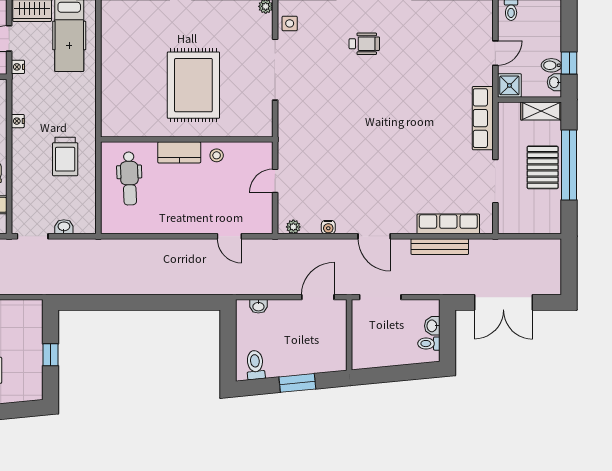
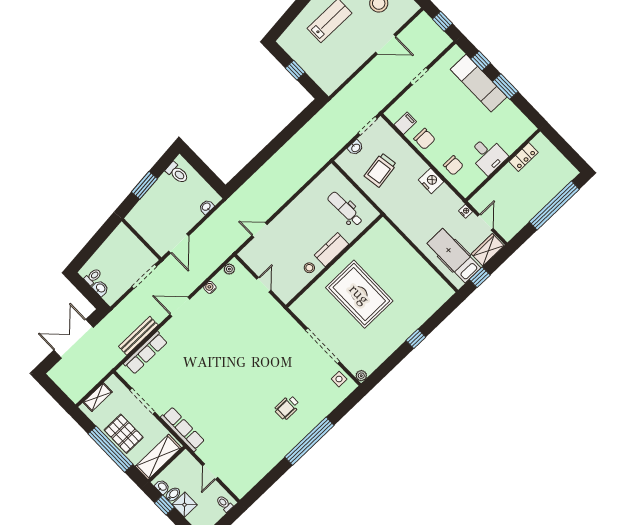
shower: (509, 85) -> (185, 505), moved
shelving: (541, 111) -> (158, 457), width x1.50, depth x1.33
nightstand: (18, 121) -> (431, 181), width x1.89, depth x1.79
trolley: (65, 157) -> (380, 170), moved, turned -99
shelving: (534, 226) -> (98, 397), added

